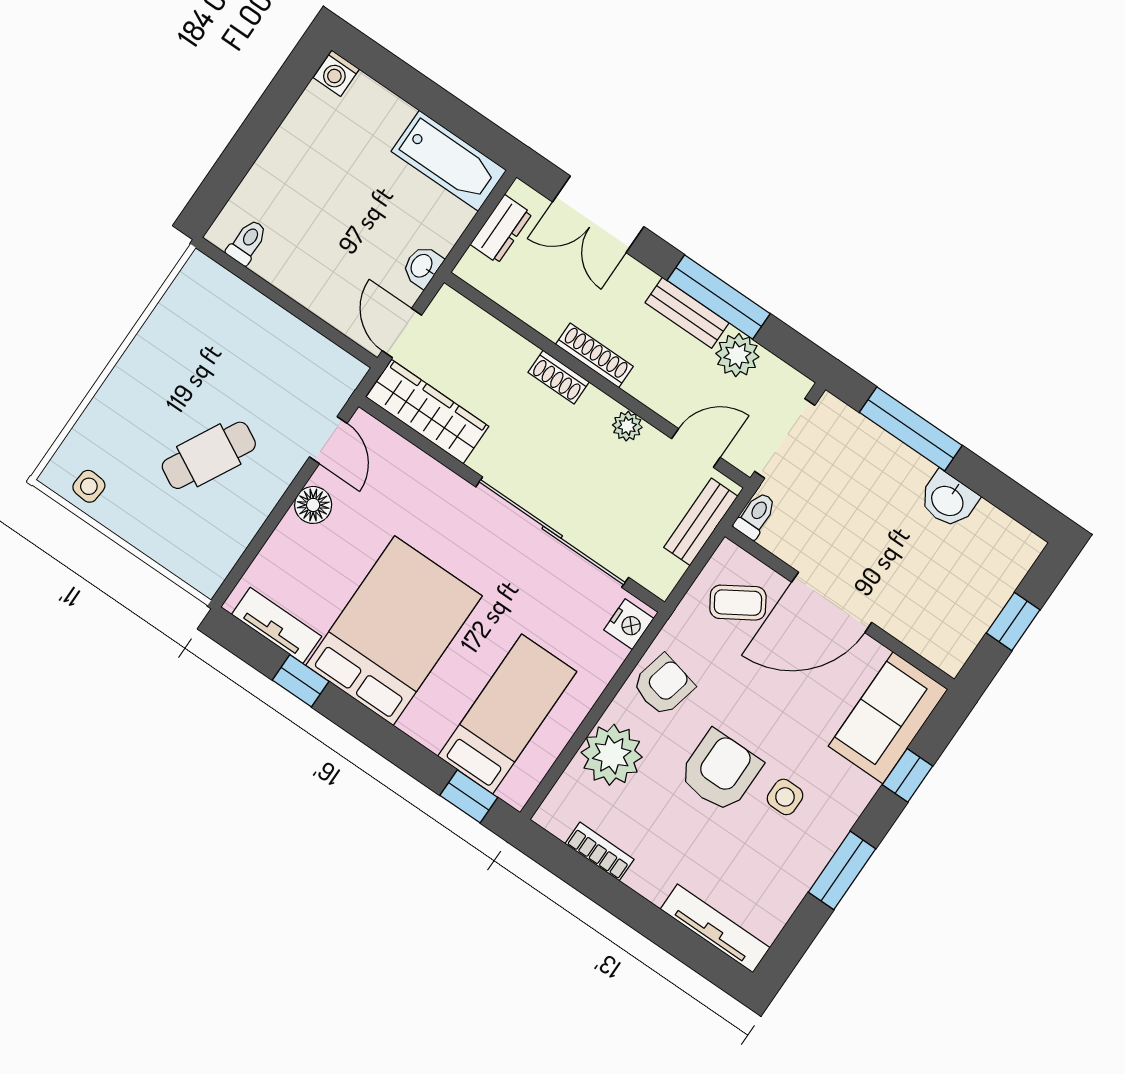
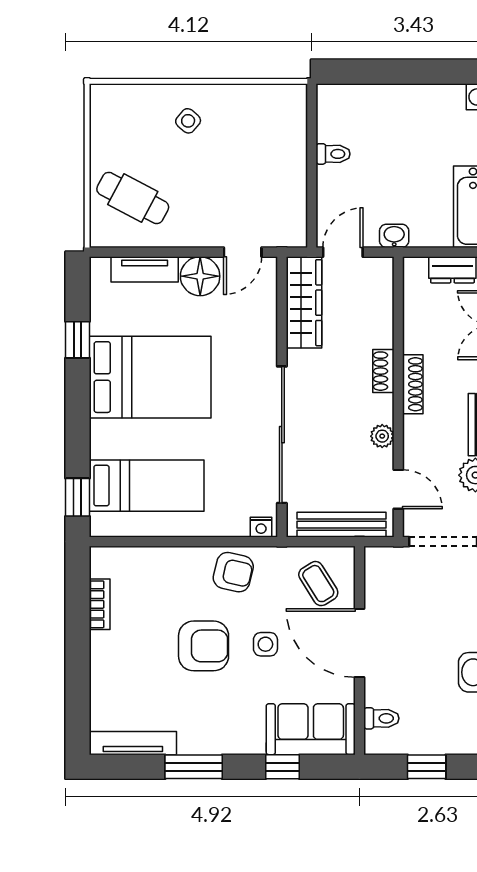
toilet: (247, 242) -> (333, 154), moved
cafe table: (209, 455) -> (133, 198), moved
side table: (89, 486) -> (188, 121), moved, turned 36
floor lamp: (313, 505) -> (200, 276), width x1.38, depth x1.38
toilet: (756, 516) -> (381, 718), moved
bench: (701, 522) -> (342, 525), width x1.36
nightstand: (629, 624) -> (261, 527), width x0.72, depth x0.74
tv unit: (277, 625) -> (145, 269), moved, turned 90
plant: (612, 755) -> (166, 570), removed
side table: (785, 797) -> (265, 644), moved
tv unit: (715, 928) -> (133, 743), moved, turned -90

